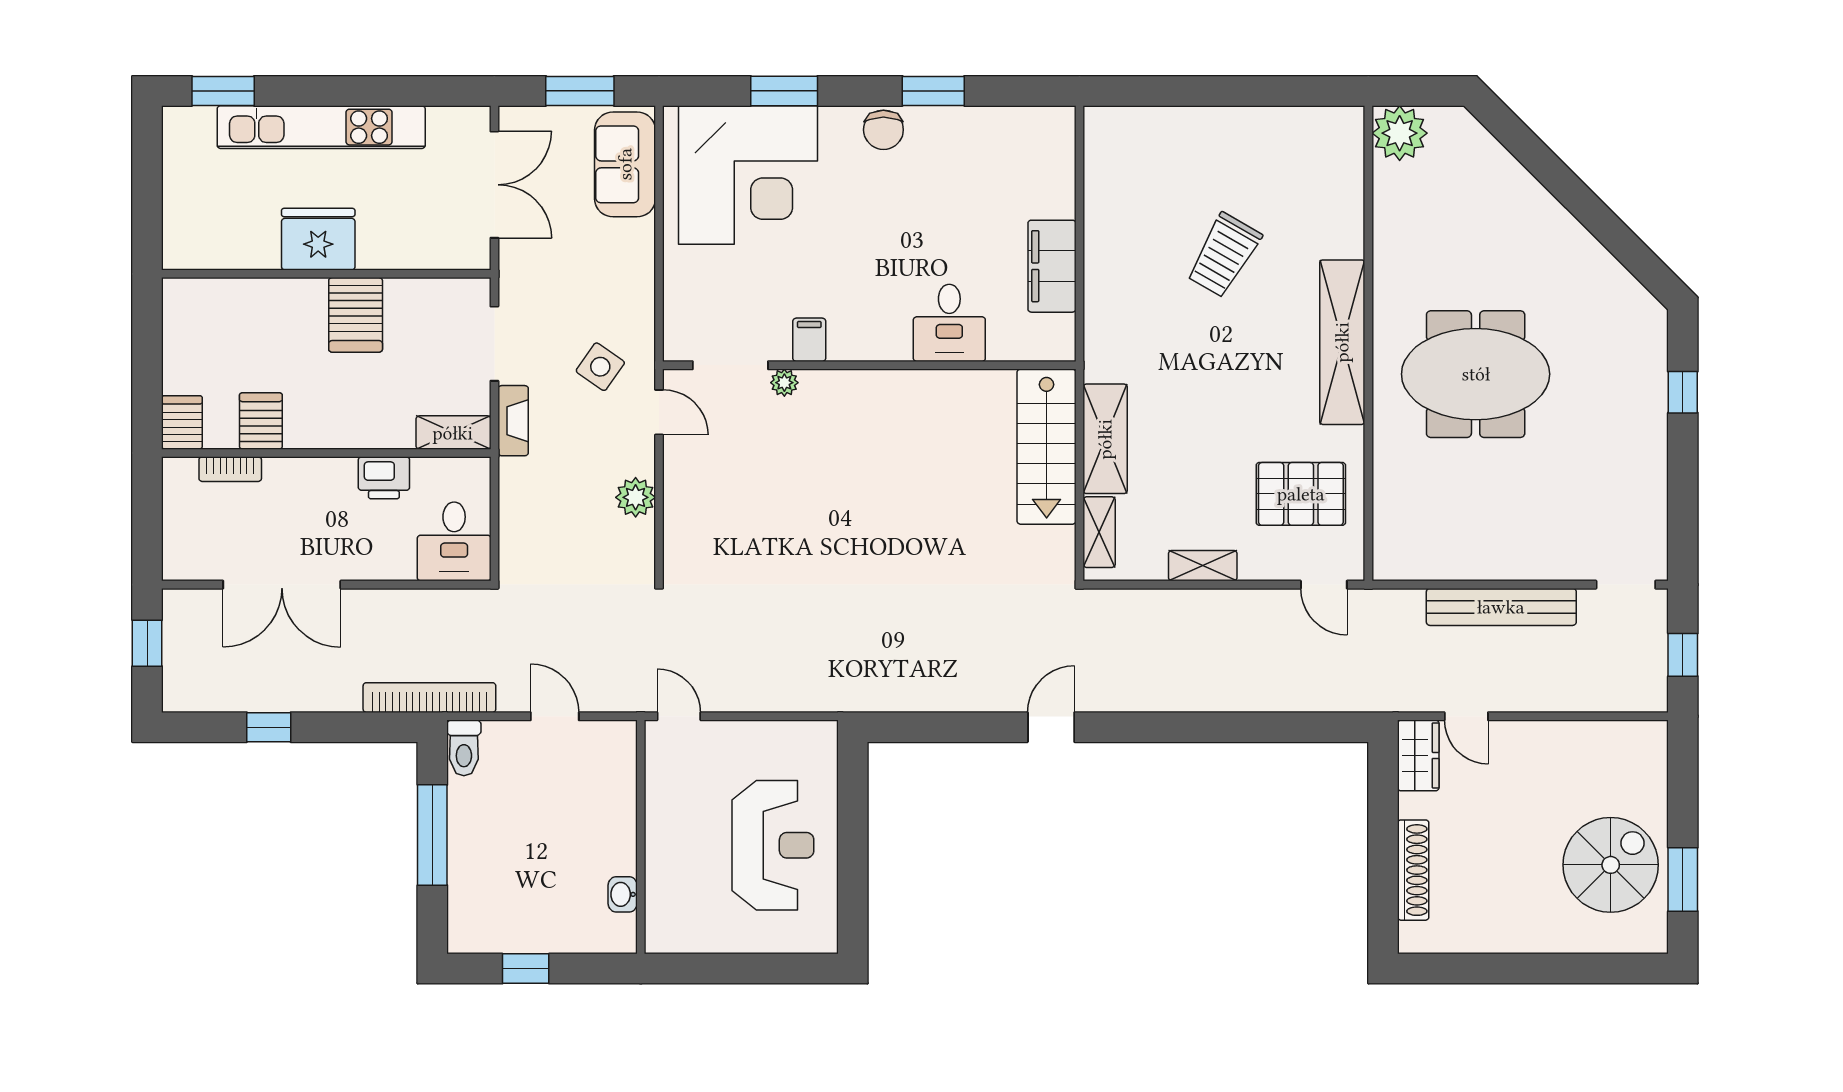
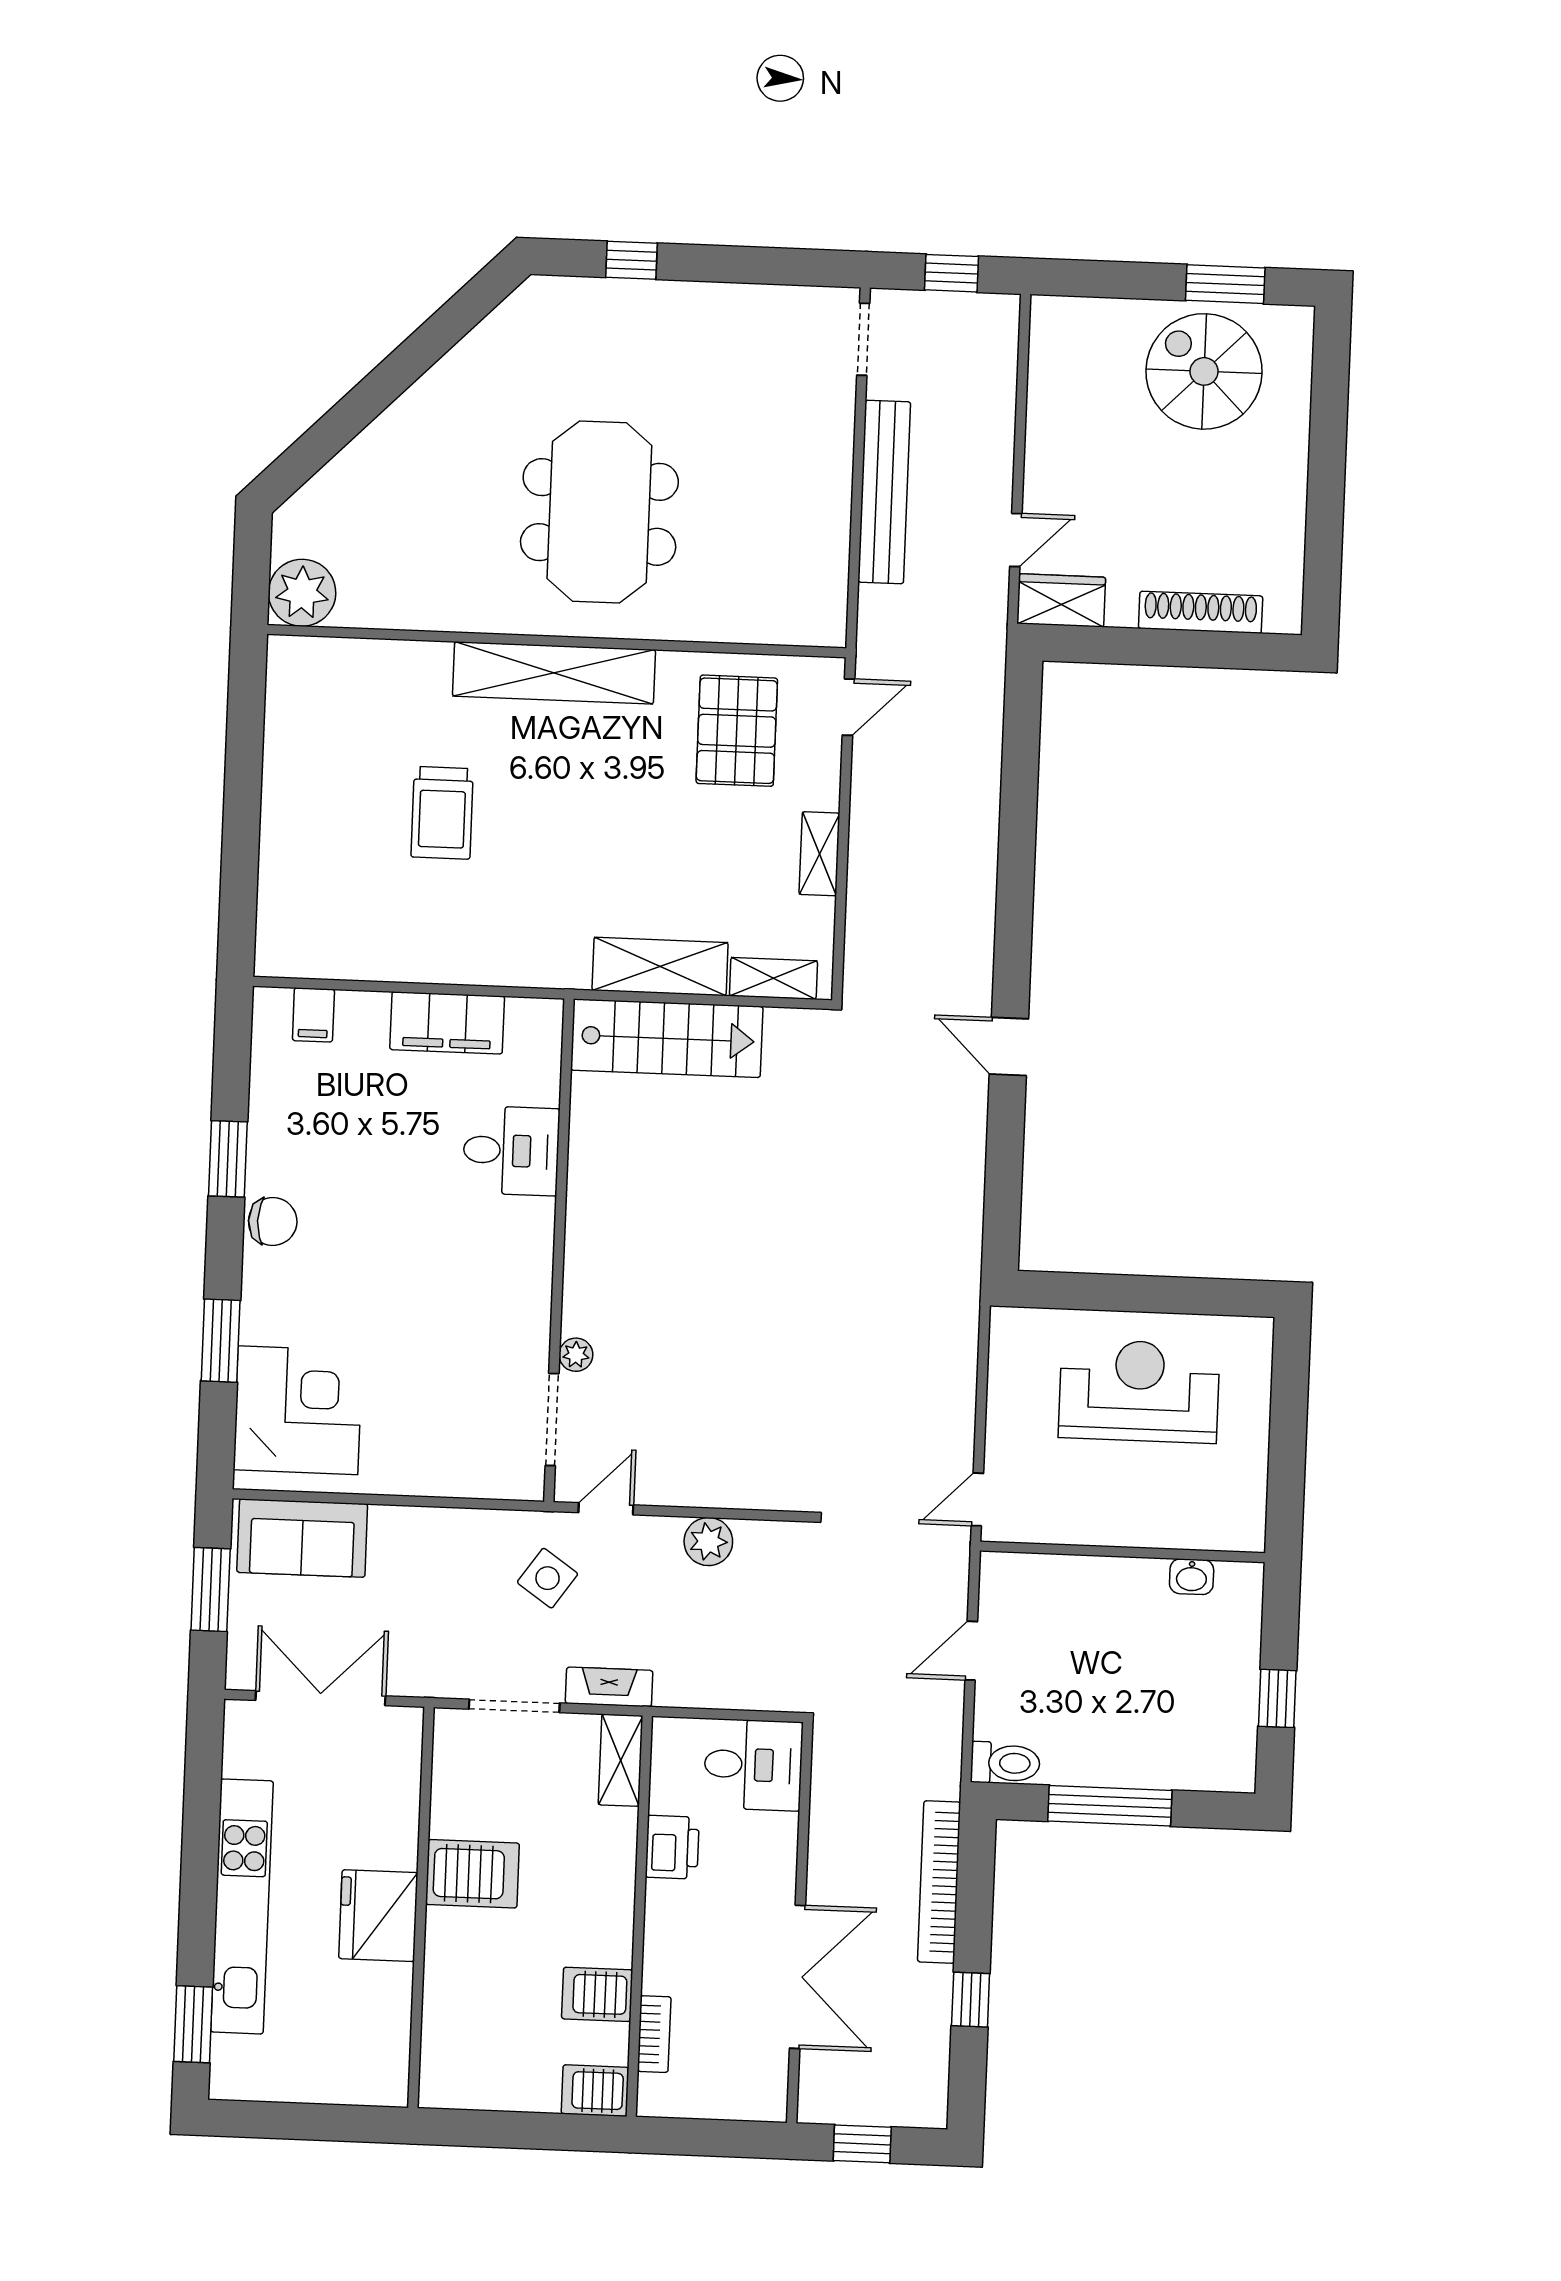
corner desk: (748, 175) -> (298, 1410), width x0.74, depth x0.74
trolley: (1224, 255) -> (442, 813), turned 60
filing cabinet: (809, 340) -> (313, 1015), moved, turned -90
bookcase: (429, 698) -> (939, 1882), moved

